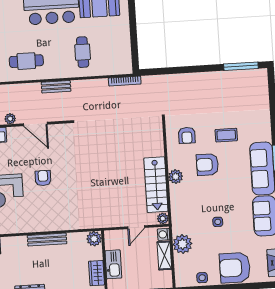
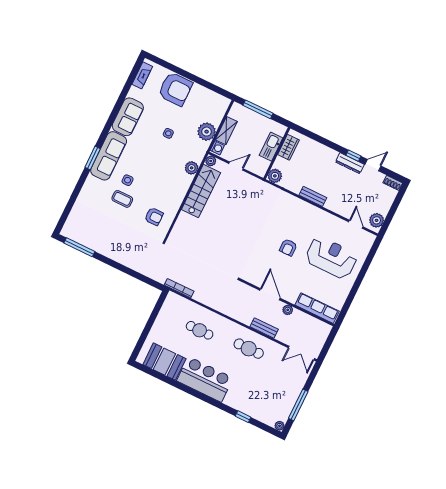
cafe table: (83, 52) -> (200, 330), turned 90
bench: (56, 87) -> (264, 328), moved
armchair: (187, 135) -> (154, 217), turned 90
armchair: (207, 165) -> (151, 184), removed
plant: (176, 177) -> (192, 168), moved
bench: (47, 240) -> (313, 196), width x0.73
side table: (202, 278) -> (128, 180), moved

